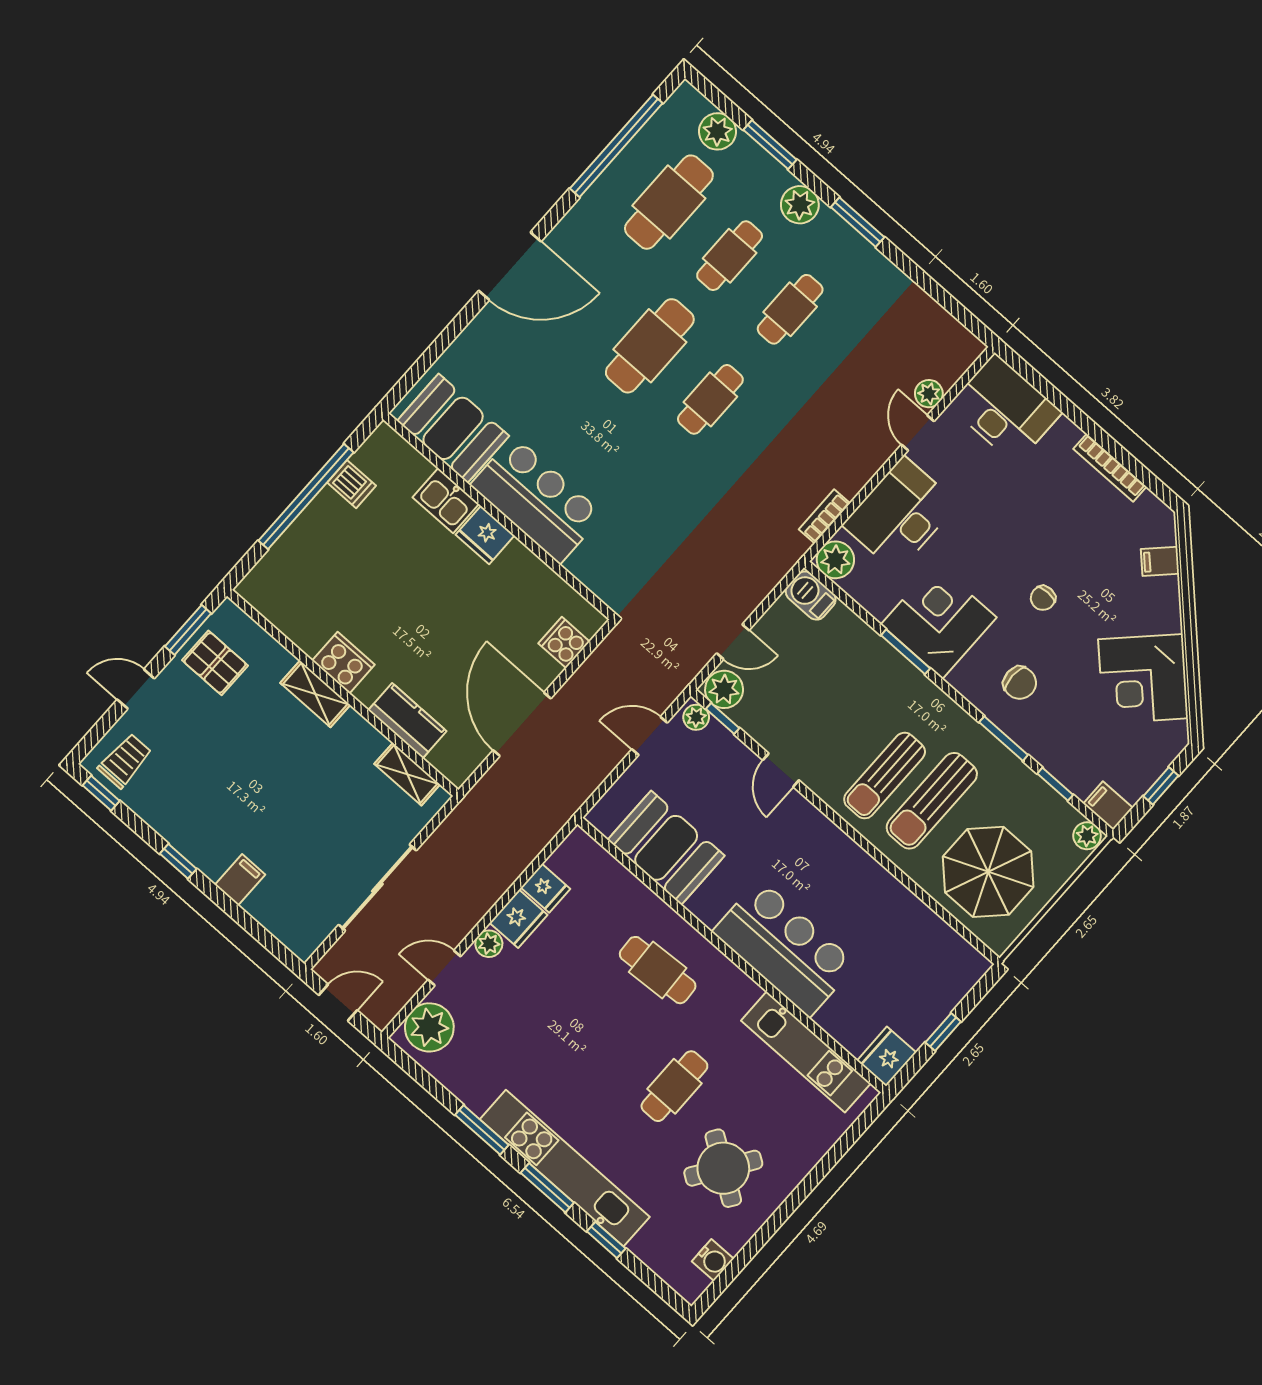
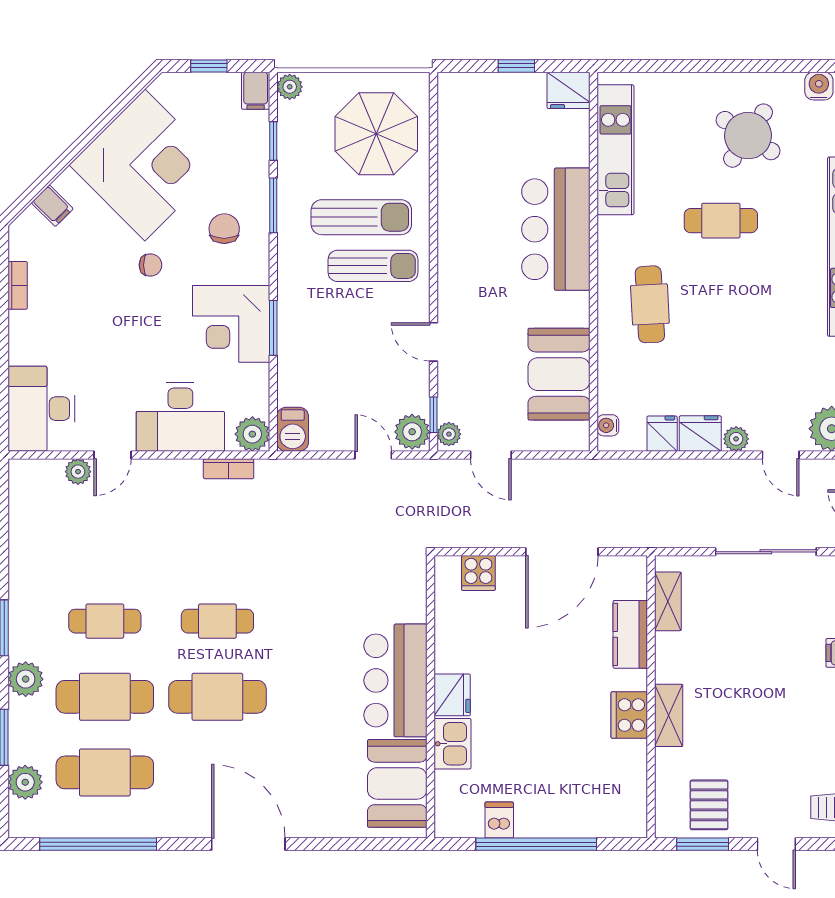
cafe table: (730, 256) -> (105, 697), width x1.37, depth x1.35
bookcase: (1110, 468) -> (18, 285), width x0.64
corner desk: (1143, 679) -> (145, 165), width x1.36, depth x1.36
door: (781, 770) -> (433, 342), swing flipped
water cooler: (591, 851) -> (608, 425), added

